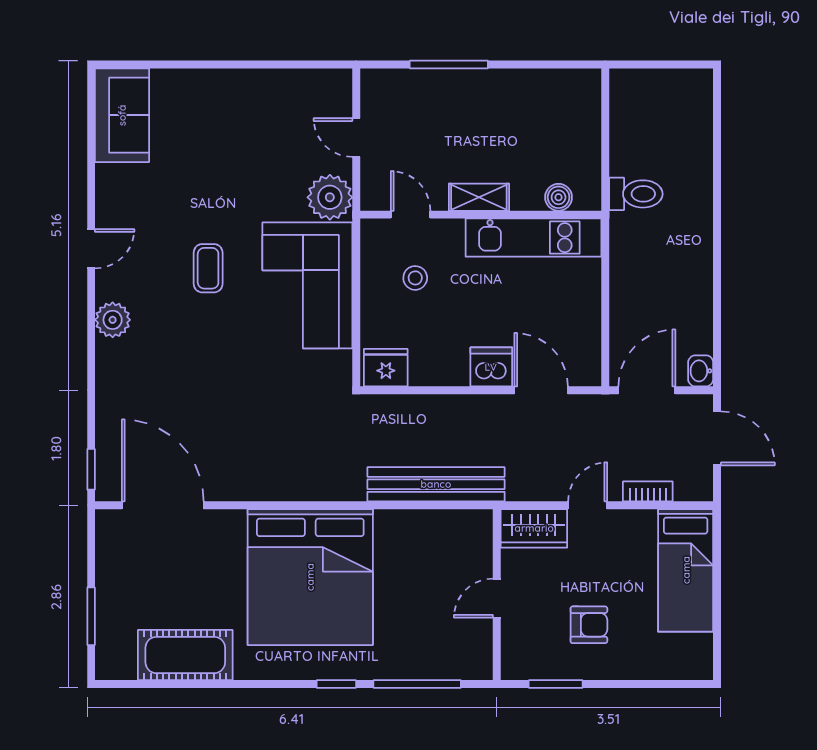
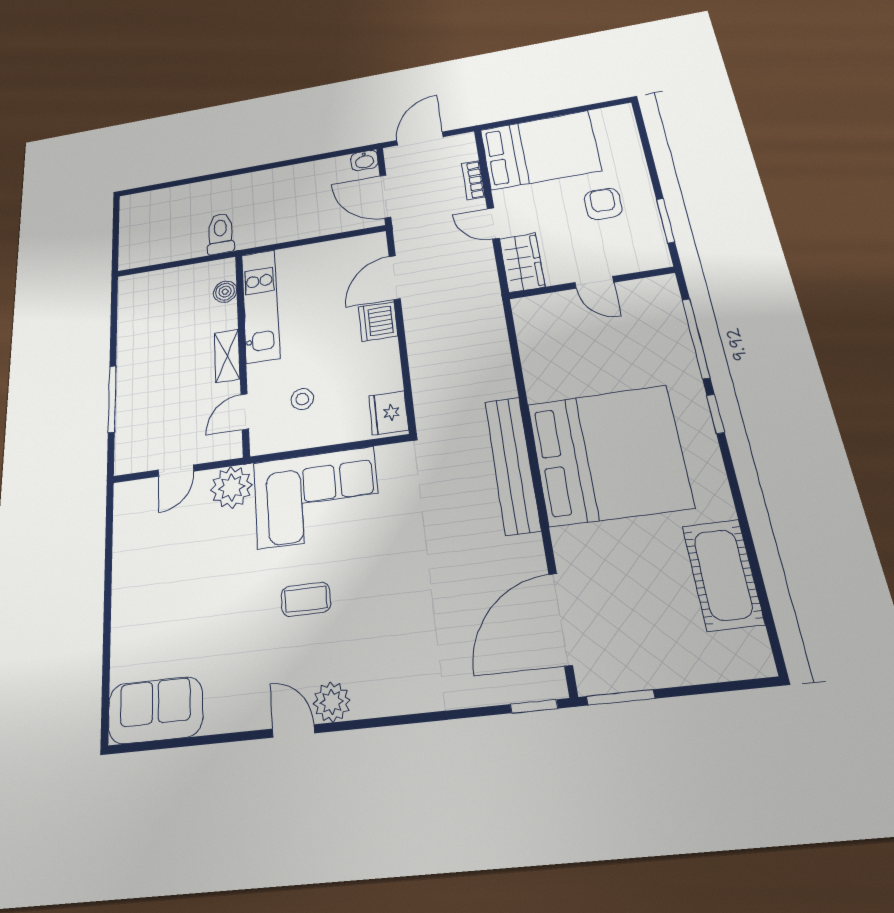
plant: (113, 320) -> (332, 702), moved
bench: (436, 484) -> (512, 465), moved
bed: (686, 570) -> (540, 150), width x1.50
window: (91, 616) -> (620, 697), moved

